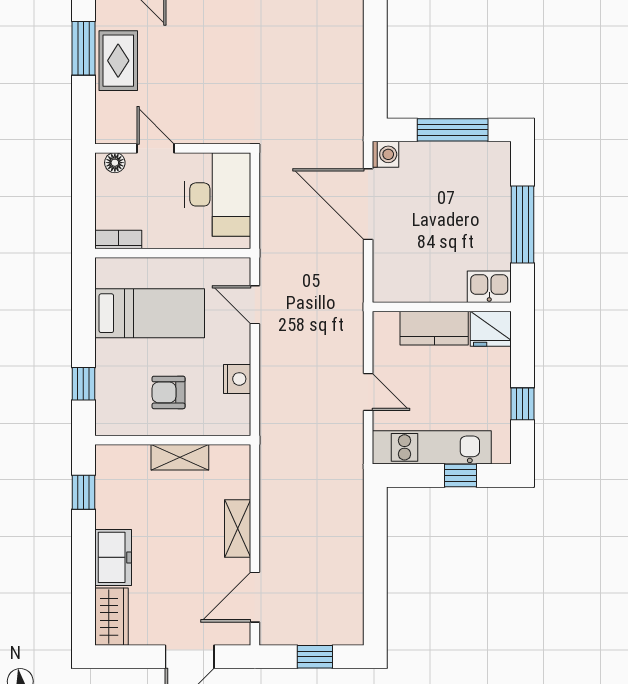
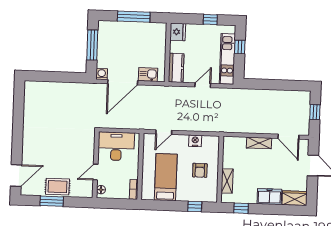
kitchen sink: (489, 287) -> (148, 75), moved, turned 90
kitchen counter: (434, 328) -> (176, 68), moved
shelving: (180, 457) -> (227, 181), moved

